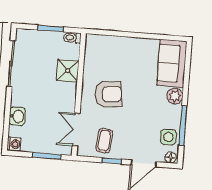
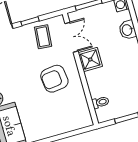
toilet: (72, 38) -> (100, 102), moved
shower: (68, 71) -> (90, 60), moved

